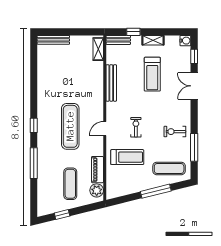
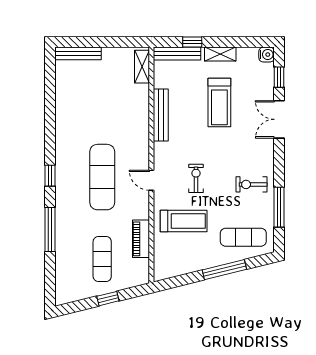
bench: (118, 40) -> (177, 54), width x1.36
door: (105, 129) -> (151, 180), hinge flipped
plant: (97, 190) -> (140, 269), removed
window: (62, 214) -> (108, 299), moved

